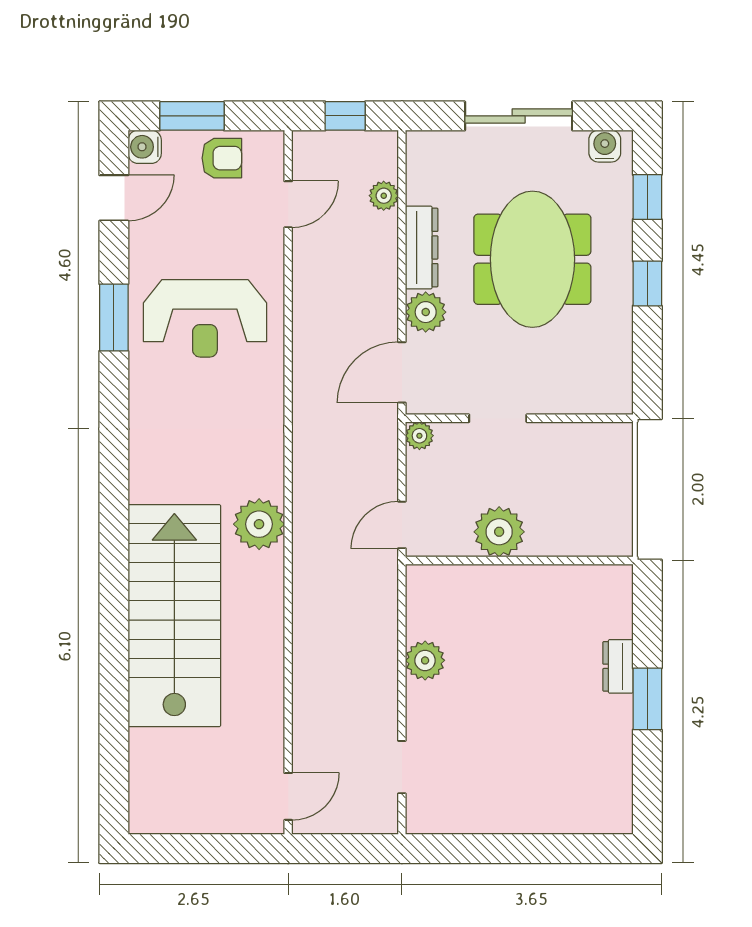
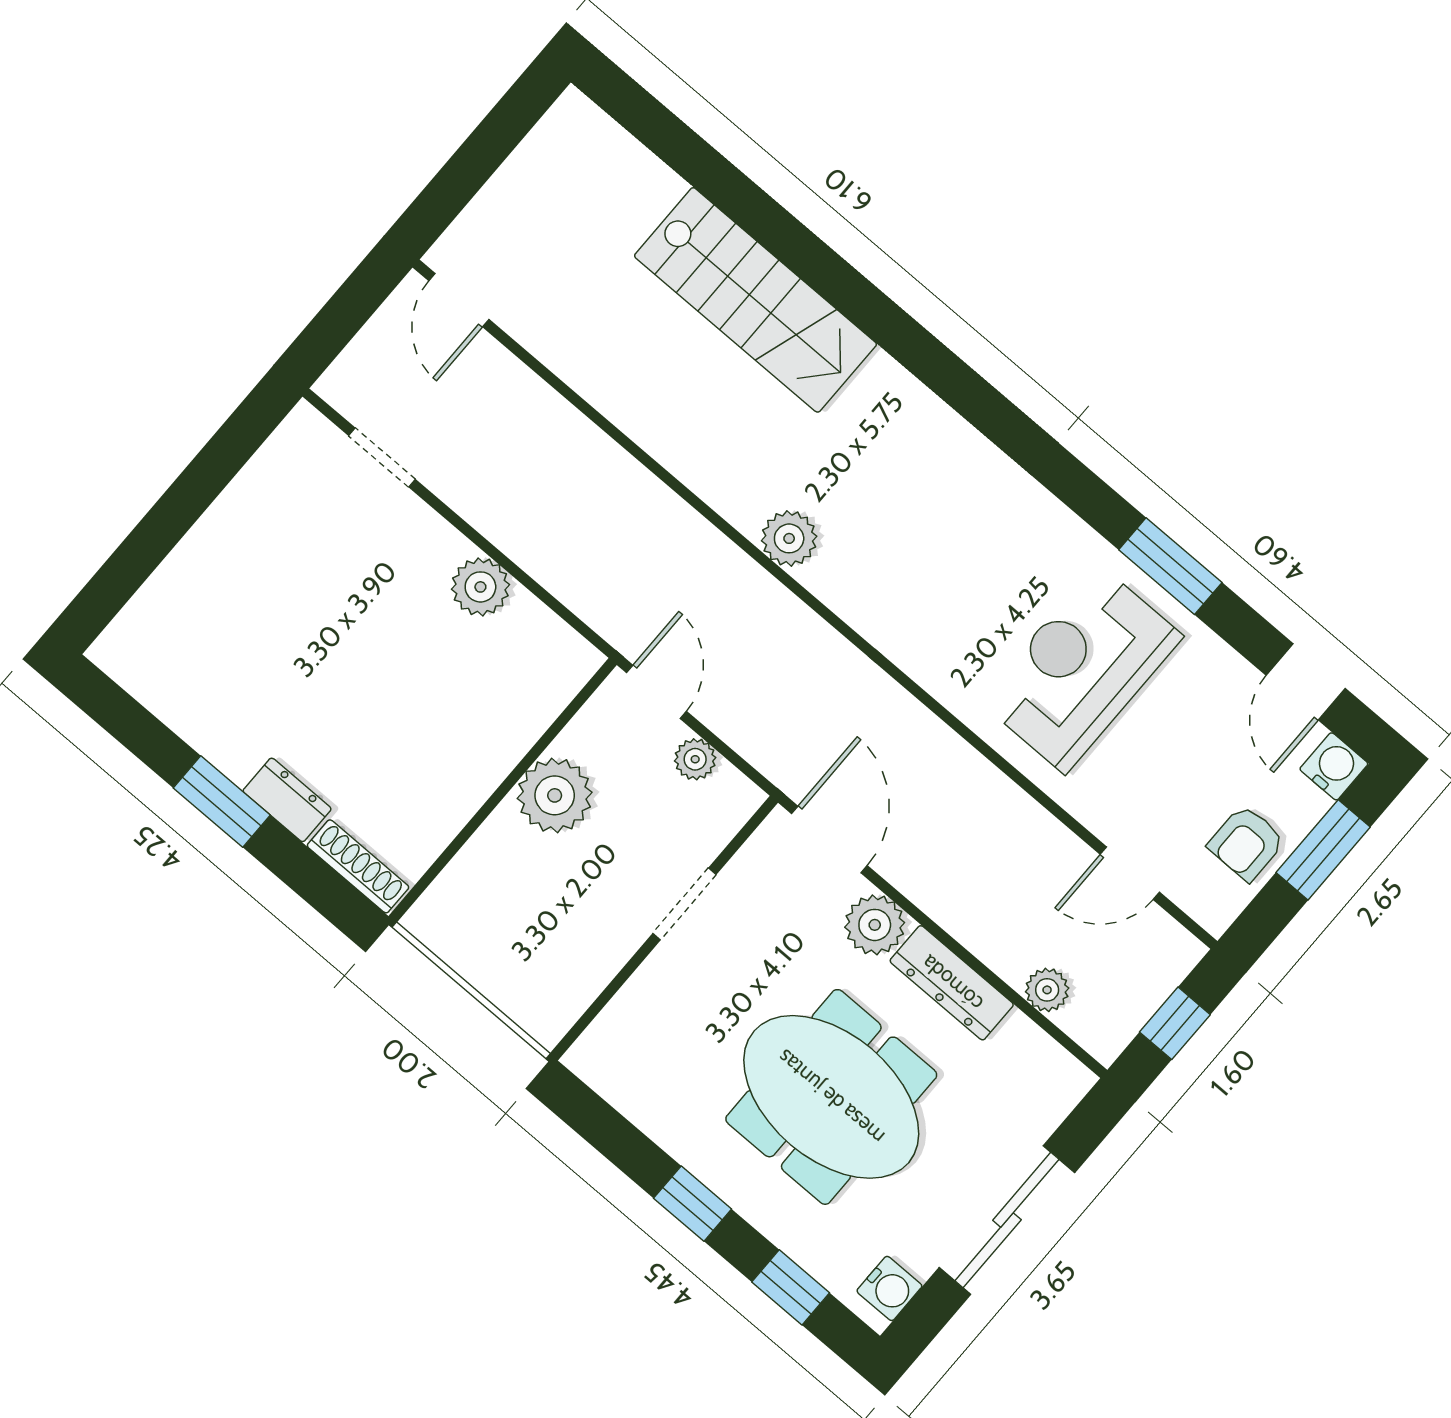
door: (288, 204) -> (1130, 873), hinge flipped
plant: (419, 436) -> (695, 759), moved
plant: (259, 524) -> (789, 538), width x0.73, depth x0.73
shoe rack: (621, 601) -> (358, 866), added
stairs: (174, 616) -> (755, 300), width x0.73, depth x0.66

